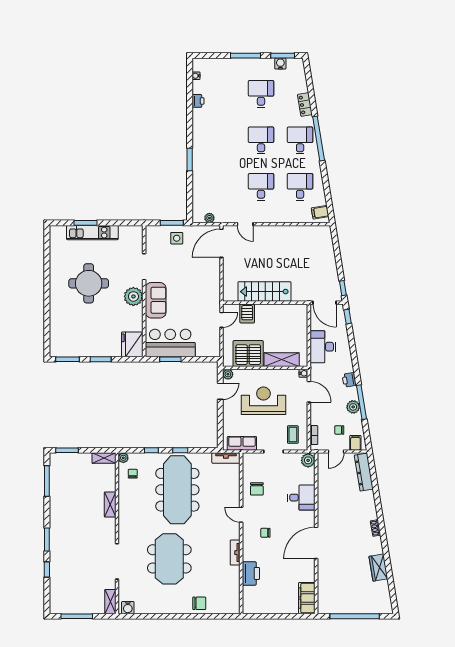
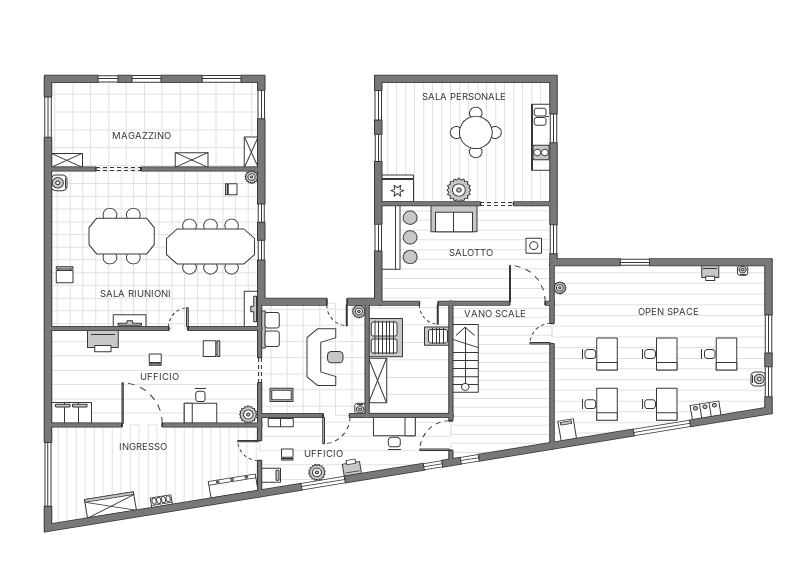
wardrobe: (378, 568) -> (110, 505), width x1.50

